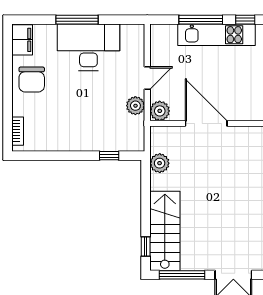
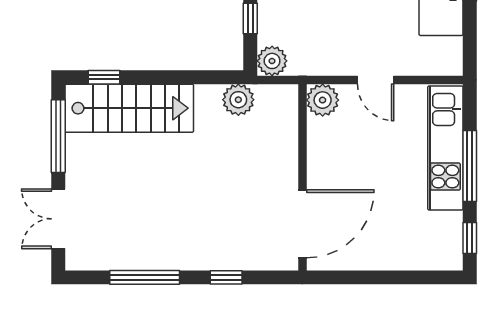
kitchen unit: (216, 35) -> (445, 148), moved
plant: (135, 106) -> (272, 61), moved
door: (206, 123) -> (302, 224), moved

